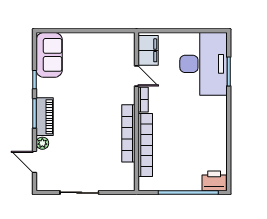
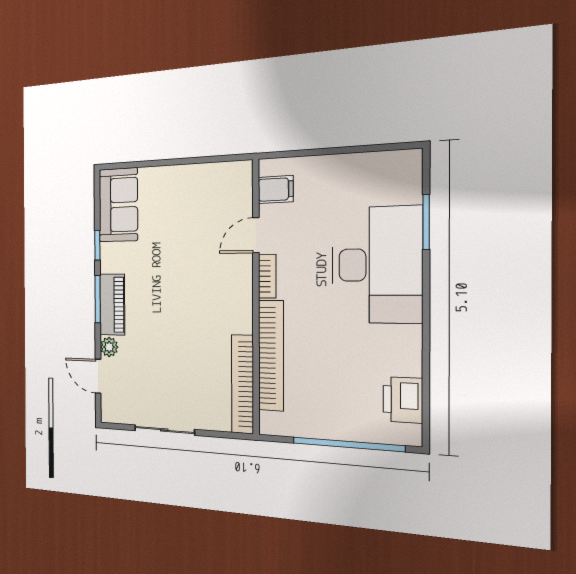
filing cabinet: (148, 50) -> (276, 190), width x0.50
desk: (204, 64) -> (377, 265), moved
door: (137, 76) -> (256, 235), swing flipped
bookcase: (128, 133) -> (242, 384), moved
printer: (214, 181) -> (403, 400), moved, turned -90

